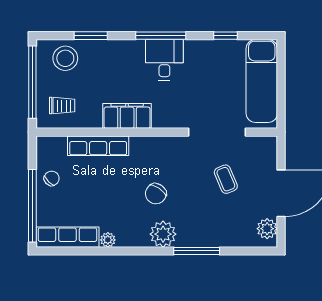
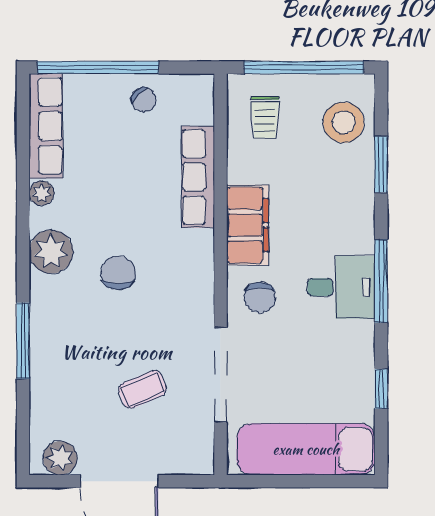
chair: (171, 109) -> (260, 298), added
chair: (156, 194) -> (118, 273), turned 56
plant: (163, 234) -> (51, 252), moved

